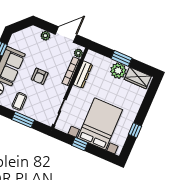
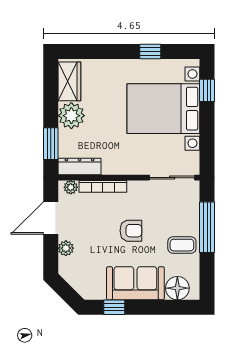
door: (66, 34) -> (51, 218), hinge flipped
window: (121, 58) -> (51, 144), moved
dresser: (83, 75) -> (80, 166), moved
window: (23, 120) -> (207, 227), width x1.44
window: (80, 144) -> (207, 90), moved

